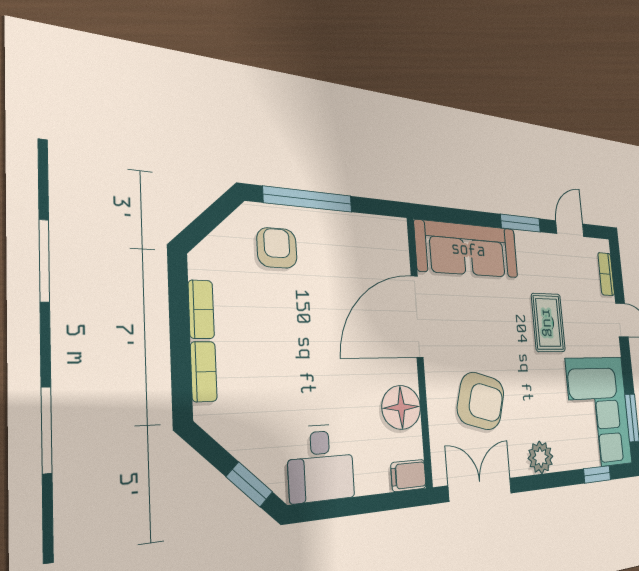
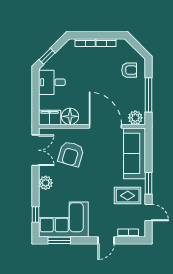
window: (308, 199) -> (149, 95), moved
plant: (393, 241) -> (135, 118), added
rug: (548, 323) -> (128, 196), moved
filing cabinet: (409, 475) -> (50, 118), width x2.00

